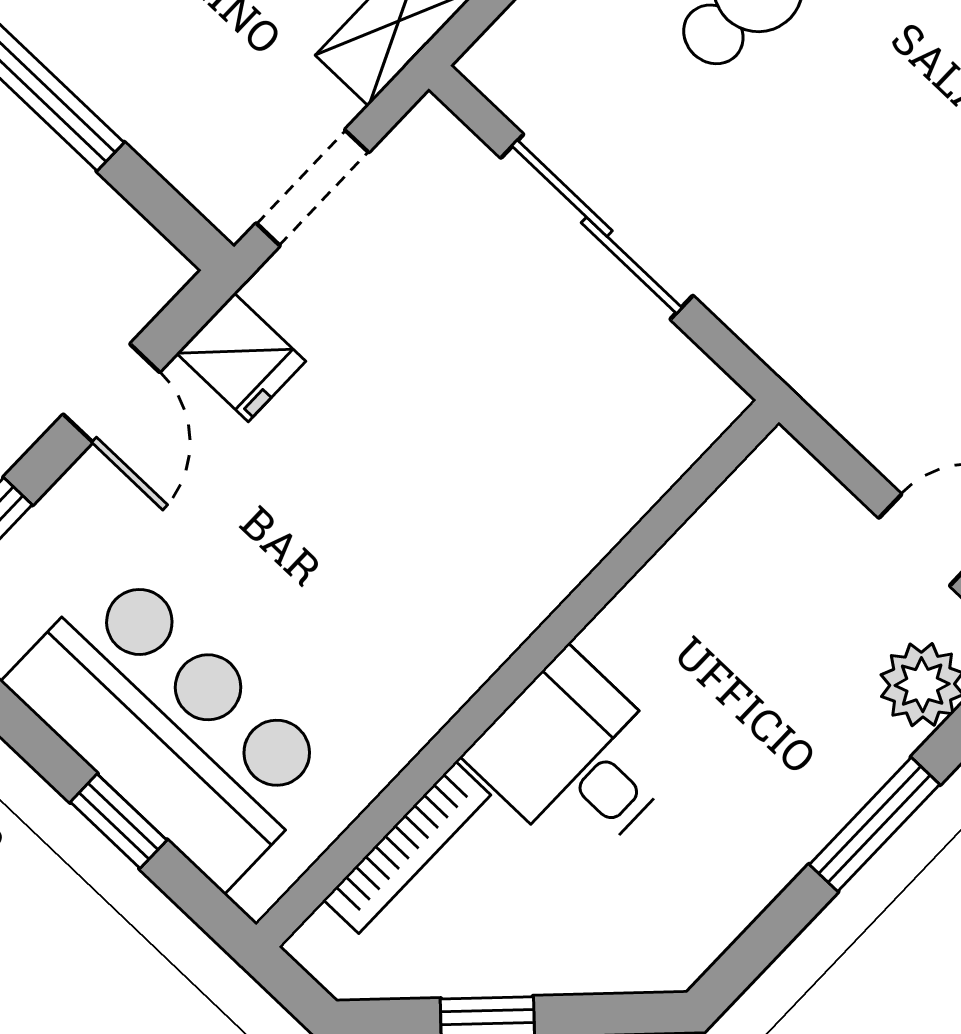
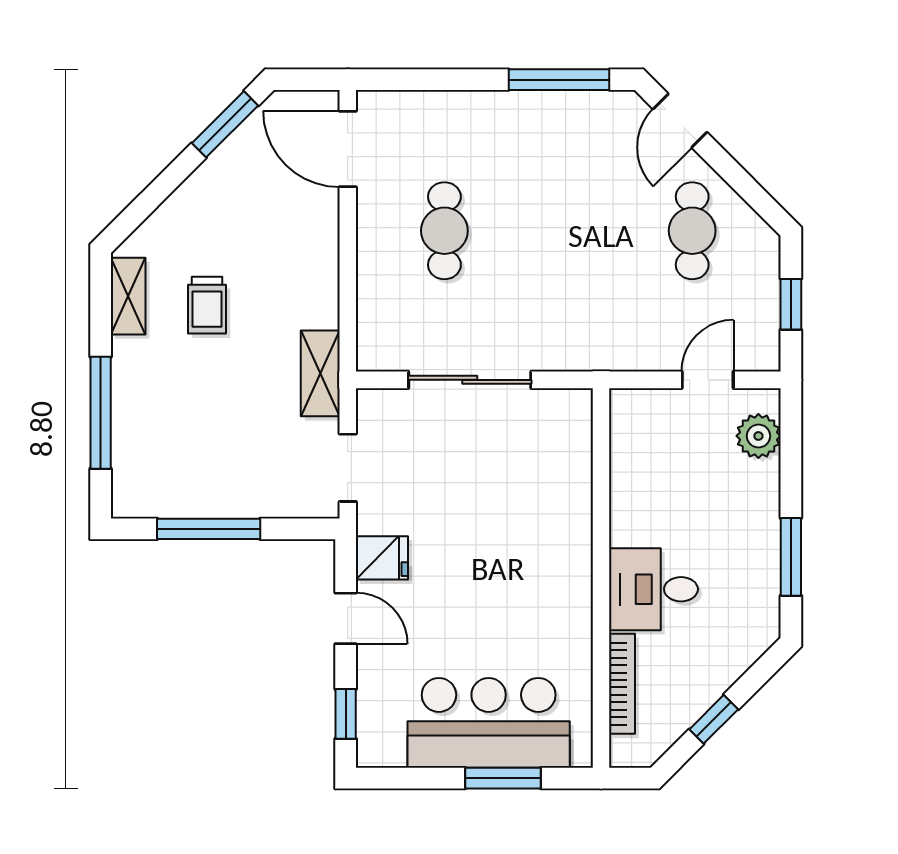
window: (119, 821) -> (503, 778), width x1.50
window: (875, 824) -> (791, 557), moved

